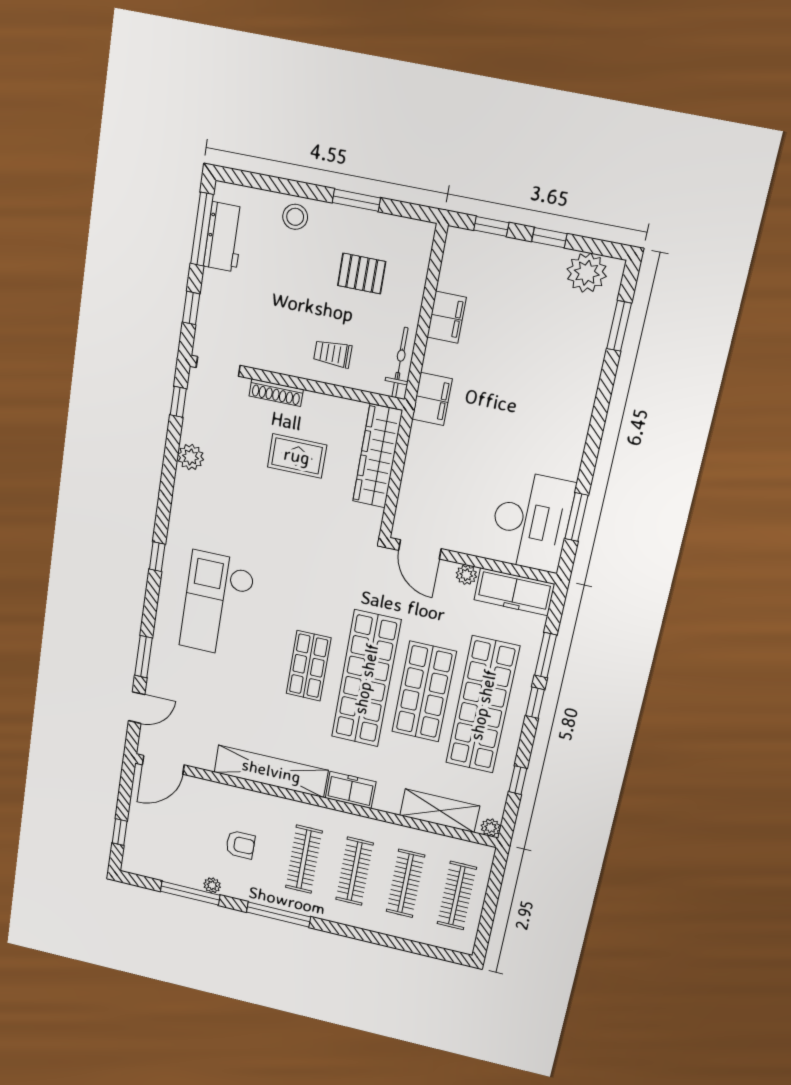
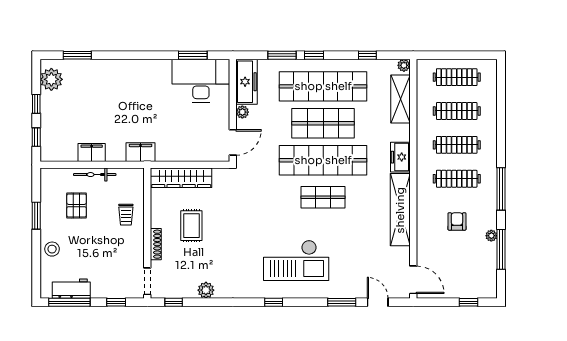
bicycle: (400, 363) -> (95, 175), moved

